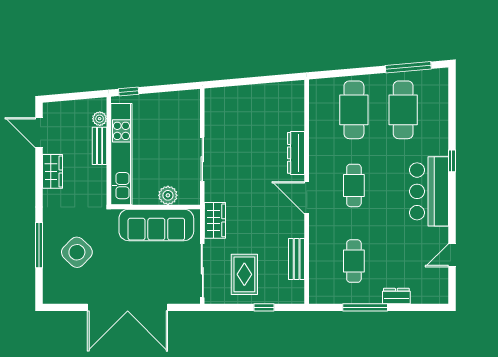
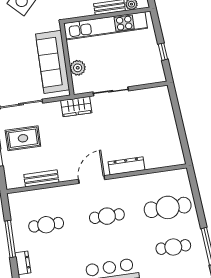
window: (129, 92) -> (163, 52), moved
cafe table: (403, 110) -> (173, 247), width x0.73, depth x0.74
wardrobe: (215, 220) -> (76, 107), moved

